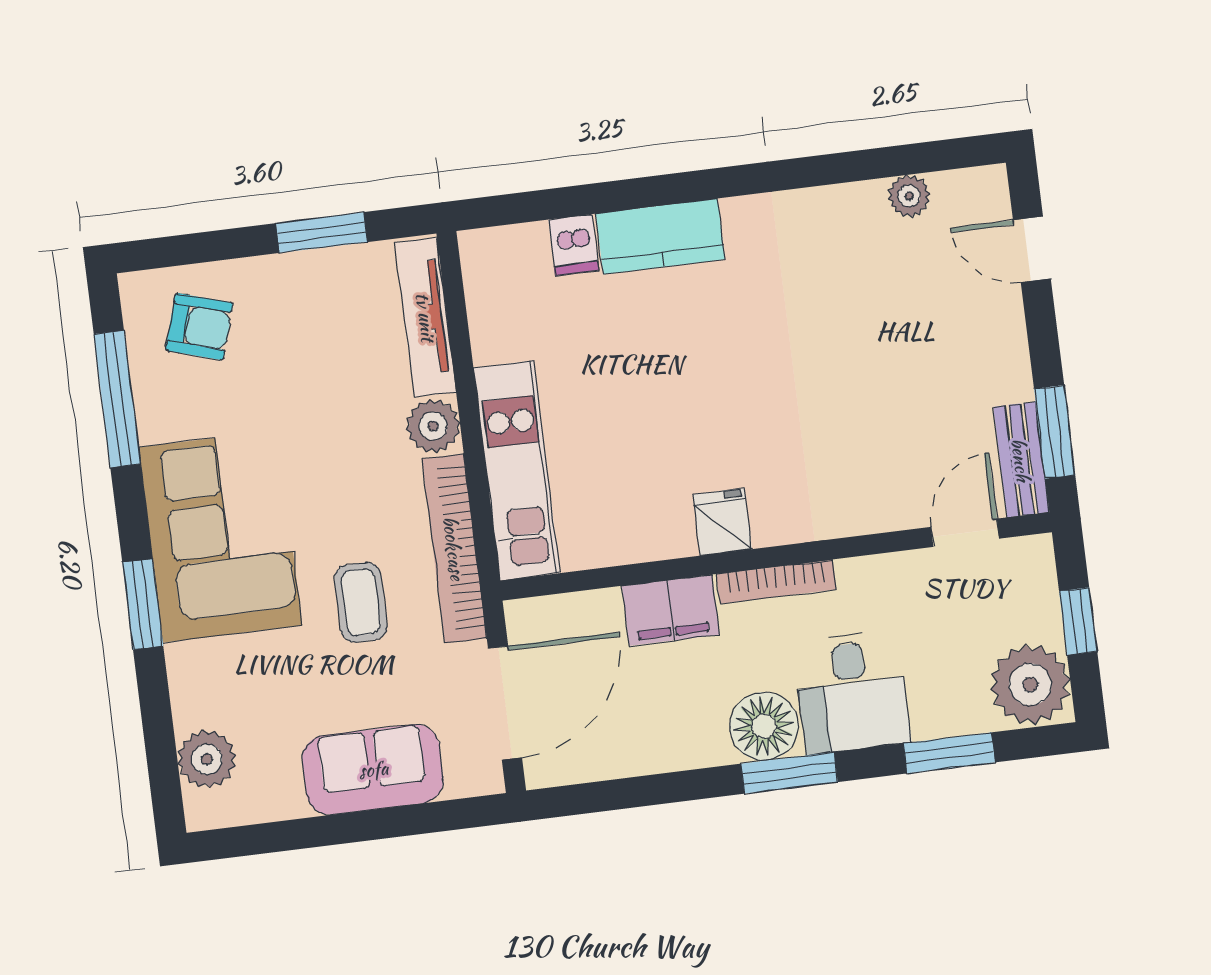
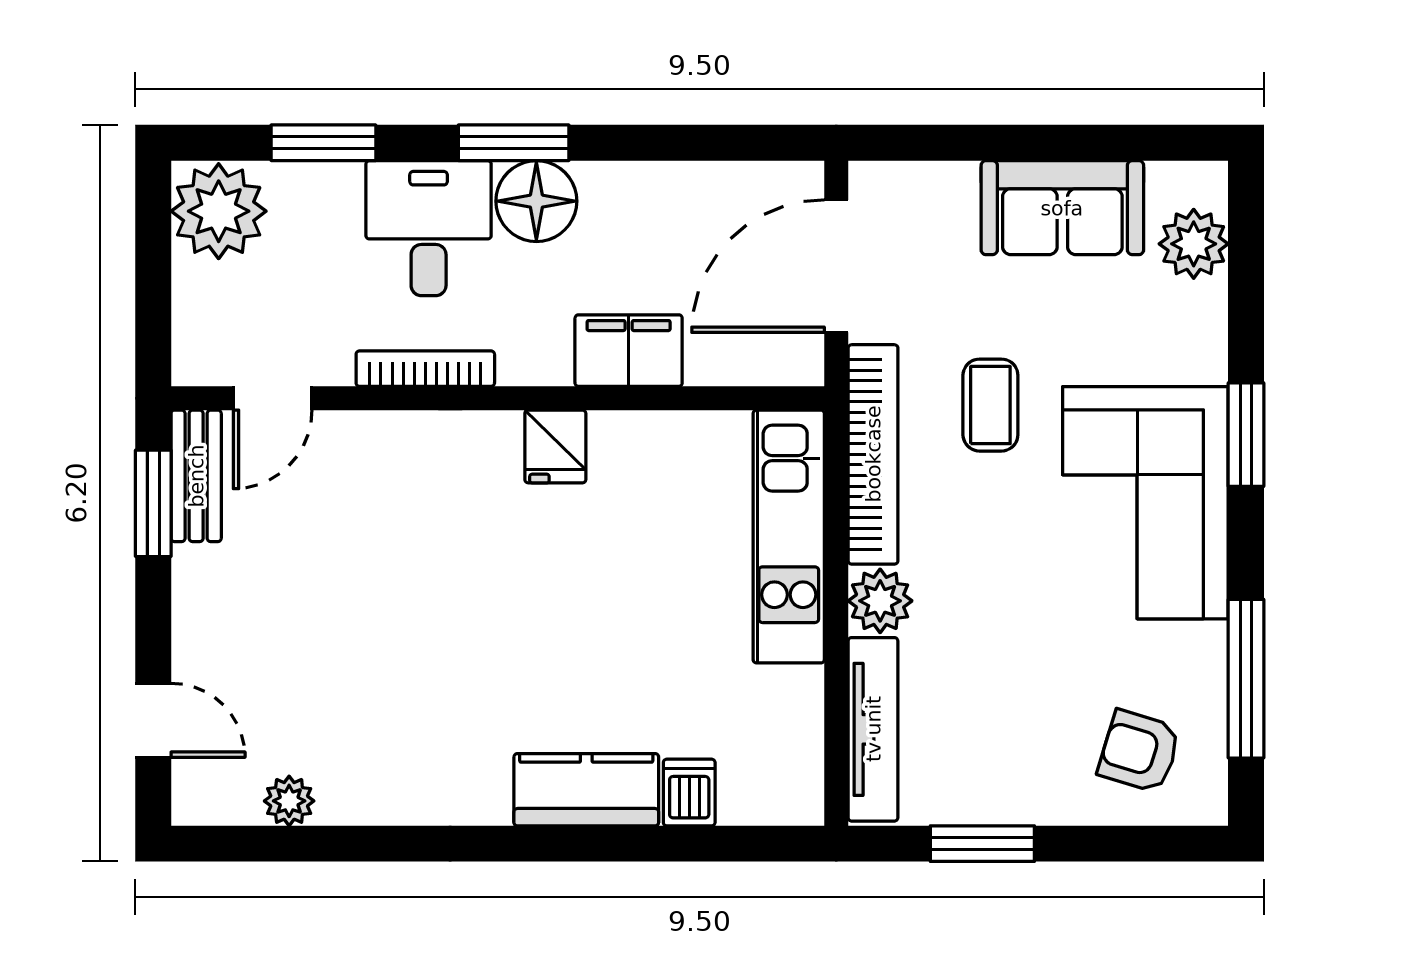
bookcase: (776, 582) -> (425, 369), moved
window: (1078, 621) -> (153, 278), removed
sofa: (373, 769) -> (1062, 208), moved

